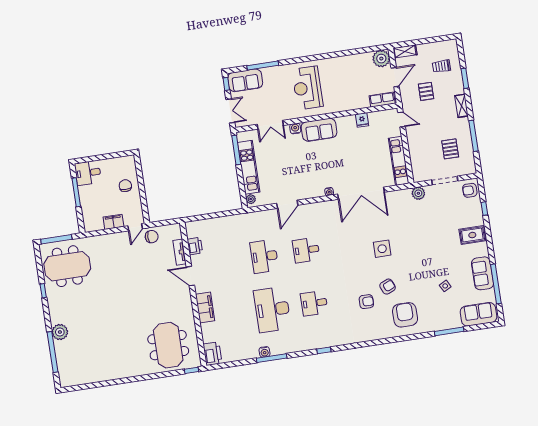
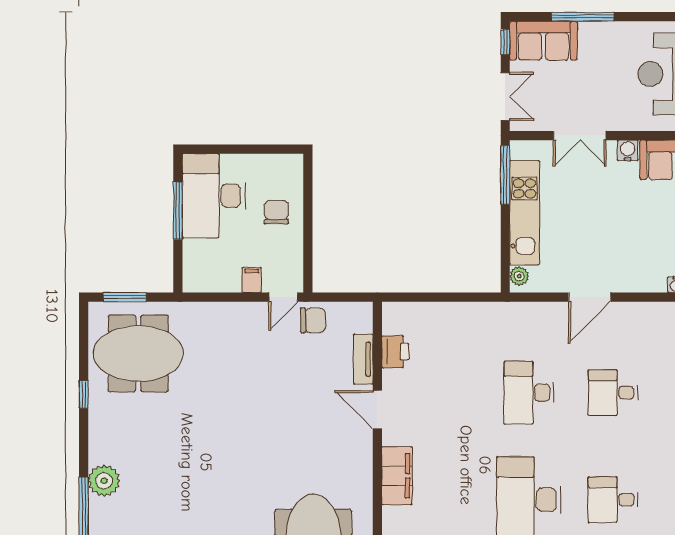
desk: (88, 173) -> (214, 196), width x1.87, depth x1.30
filing cabinet: (113, 222) -> (252, 280), width x0.50
window: (56, 239) -> (125, 297), width x0.69

